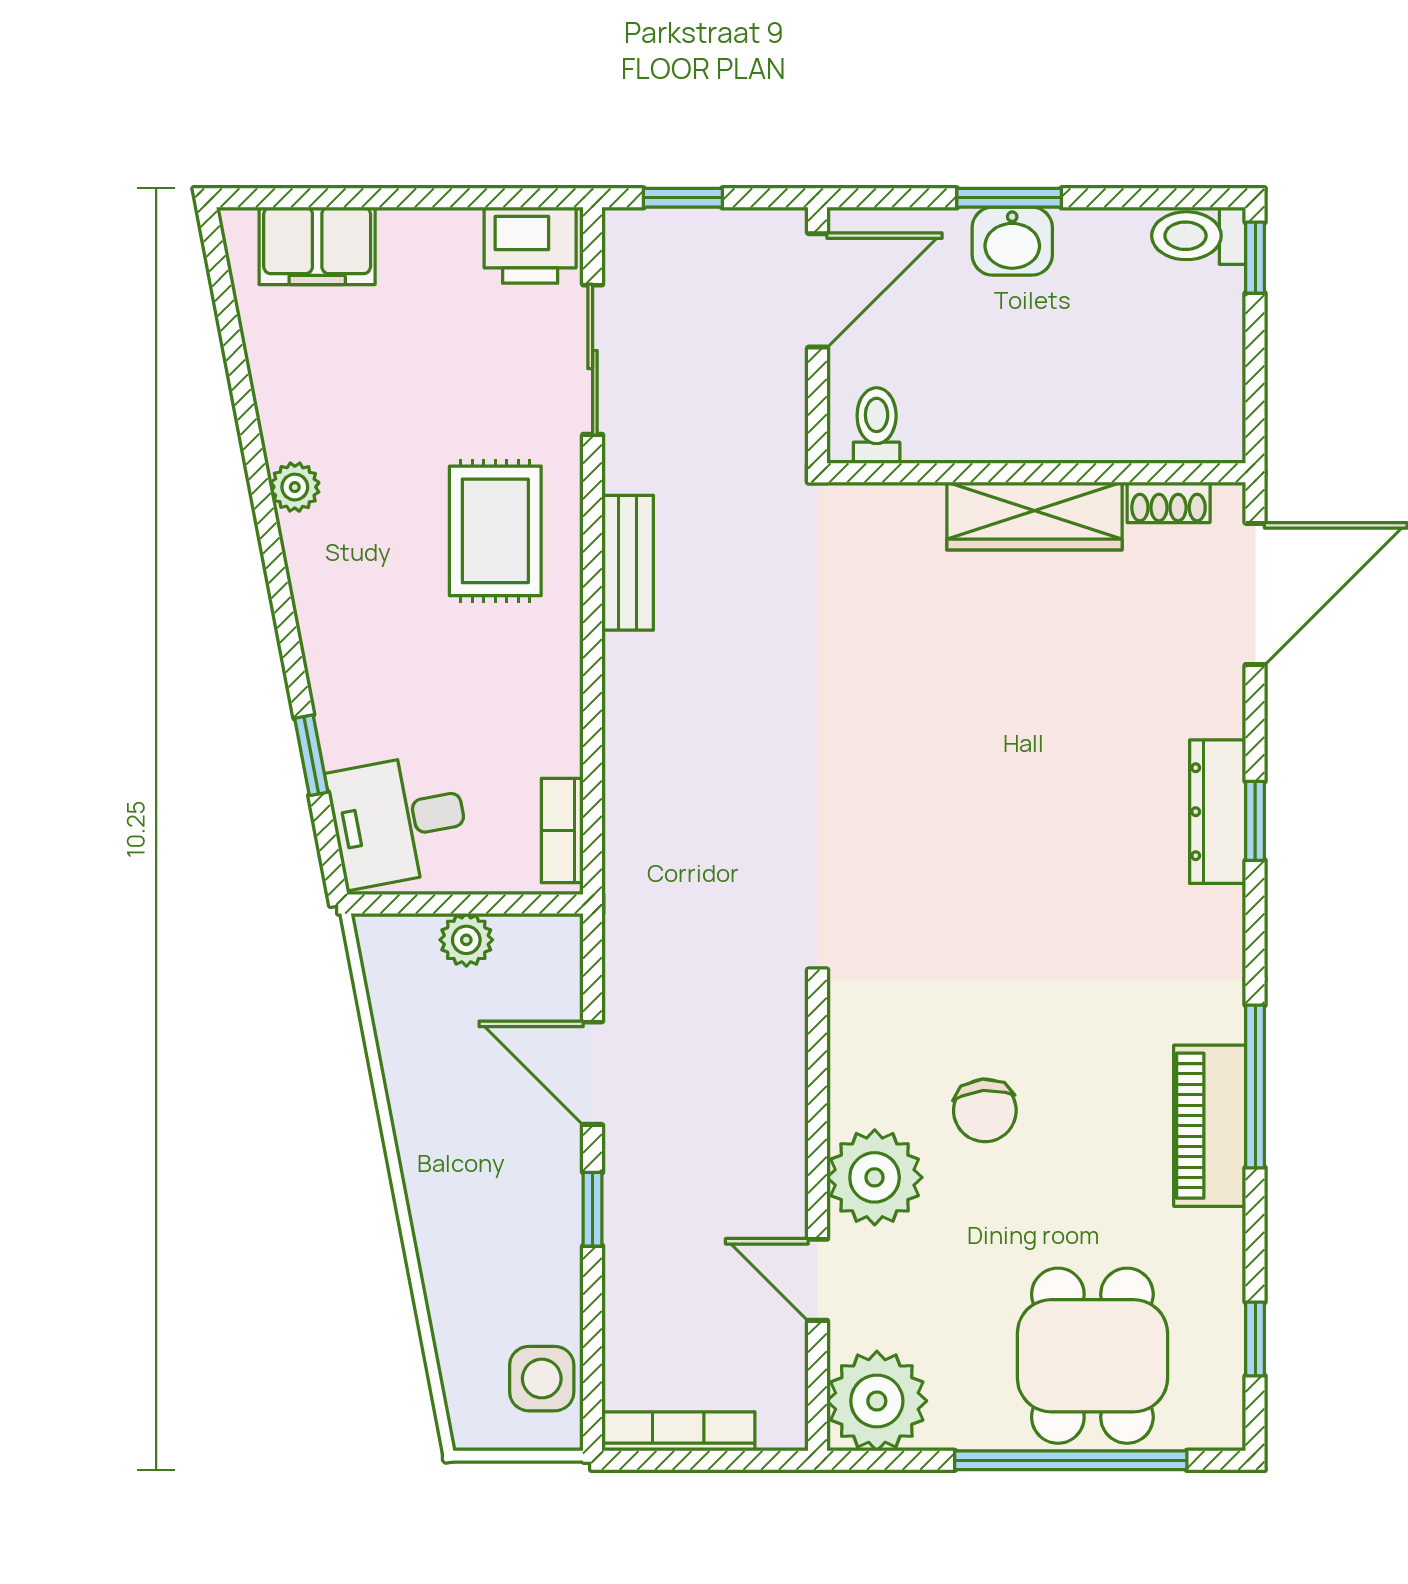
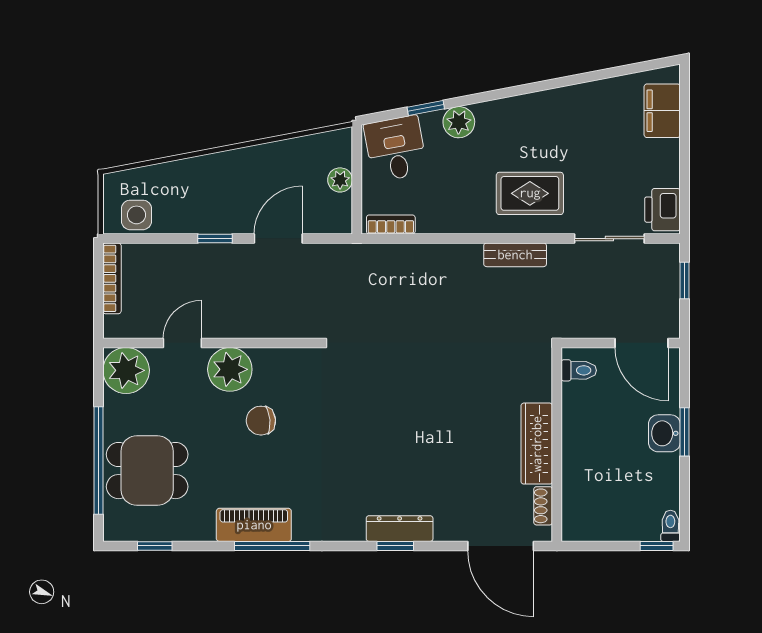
toilet: (1199, 236) -> (670, 526), width x0.73, depth x0.72
plant: (295, 487) -> (459, 122), moved, width x1.38, depth x1.38

